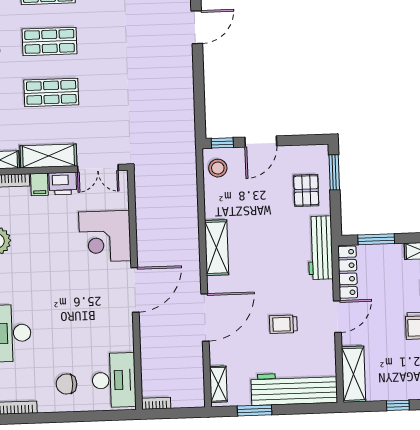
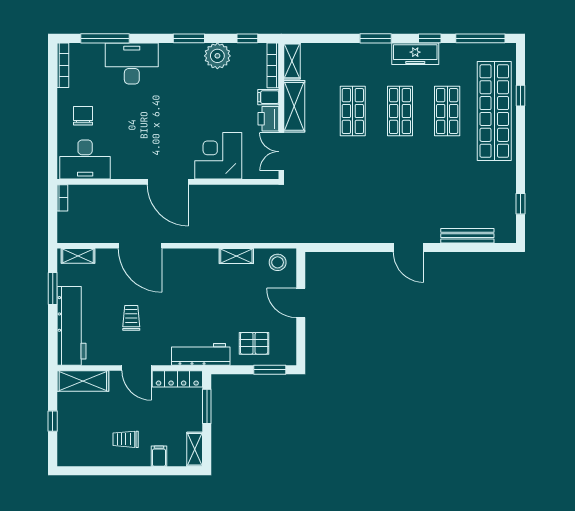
window: (222, 143) -> (301, 267), removed
shelving: (216, 248) -> (236, 256), moved, width x0.67, depth x0.75

